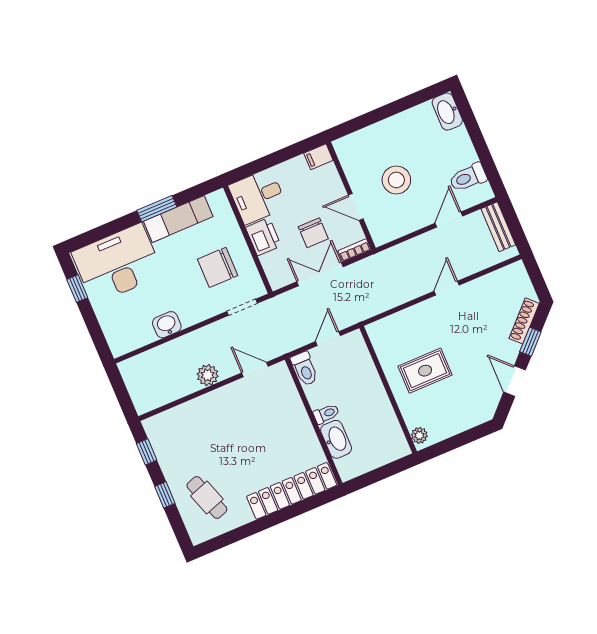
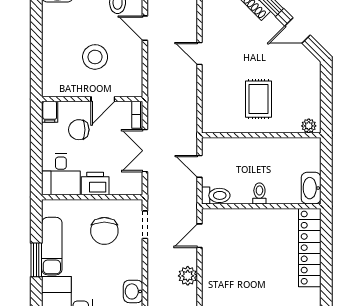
chair: (313, 233) -> (79, 130), moved, turned 180
washbasin: (336, 439) -> (311, 188), moved, turned -90

